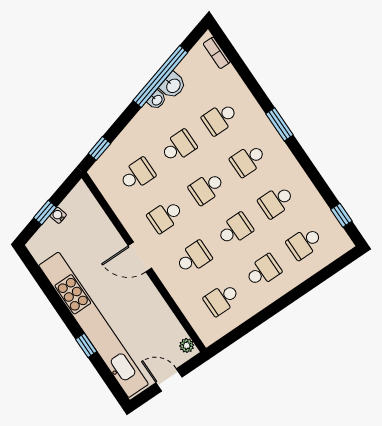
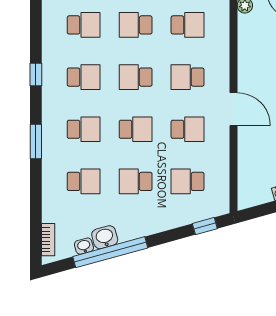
washbasin: (157, 100) -> (84, 246), moved
window: (341, 215) -> (36, 75), moved

